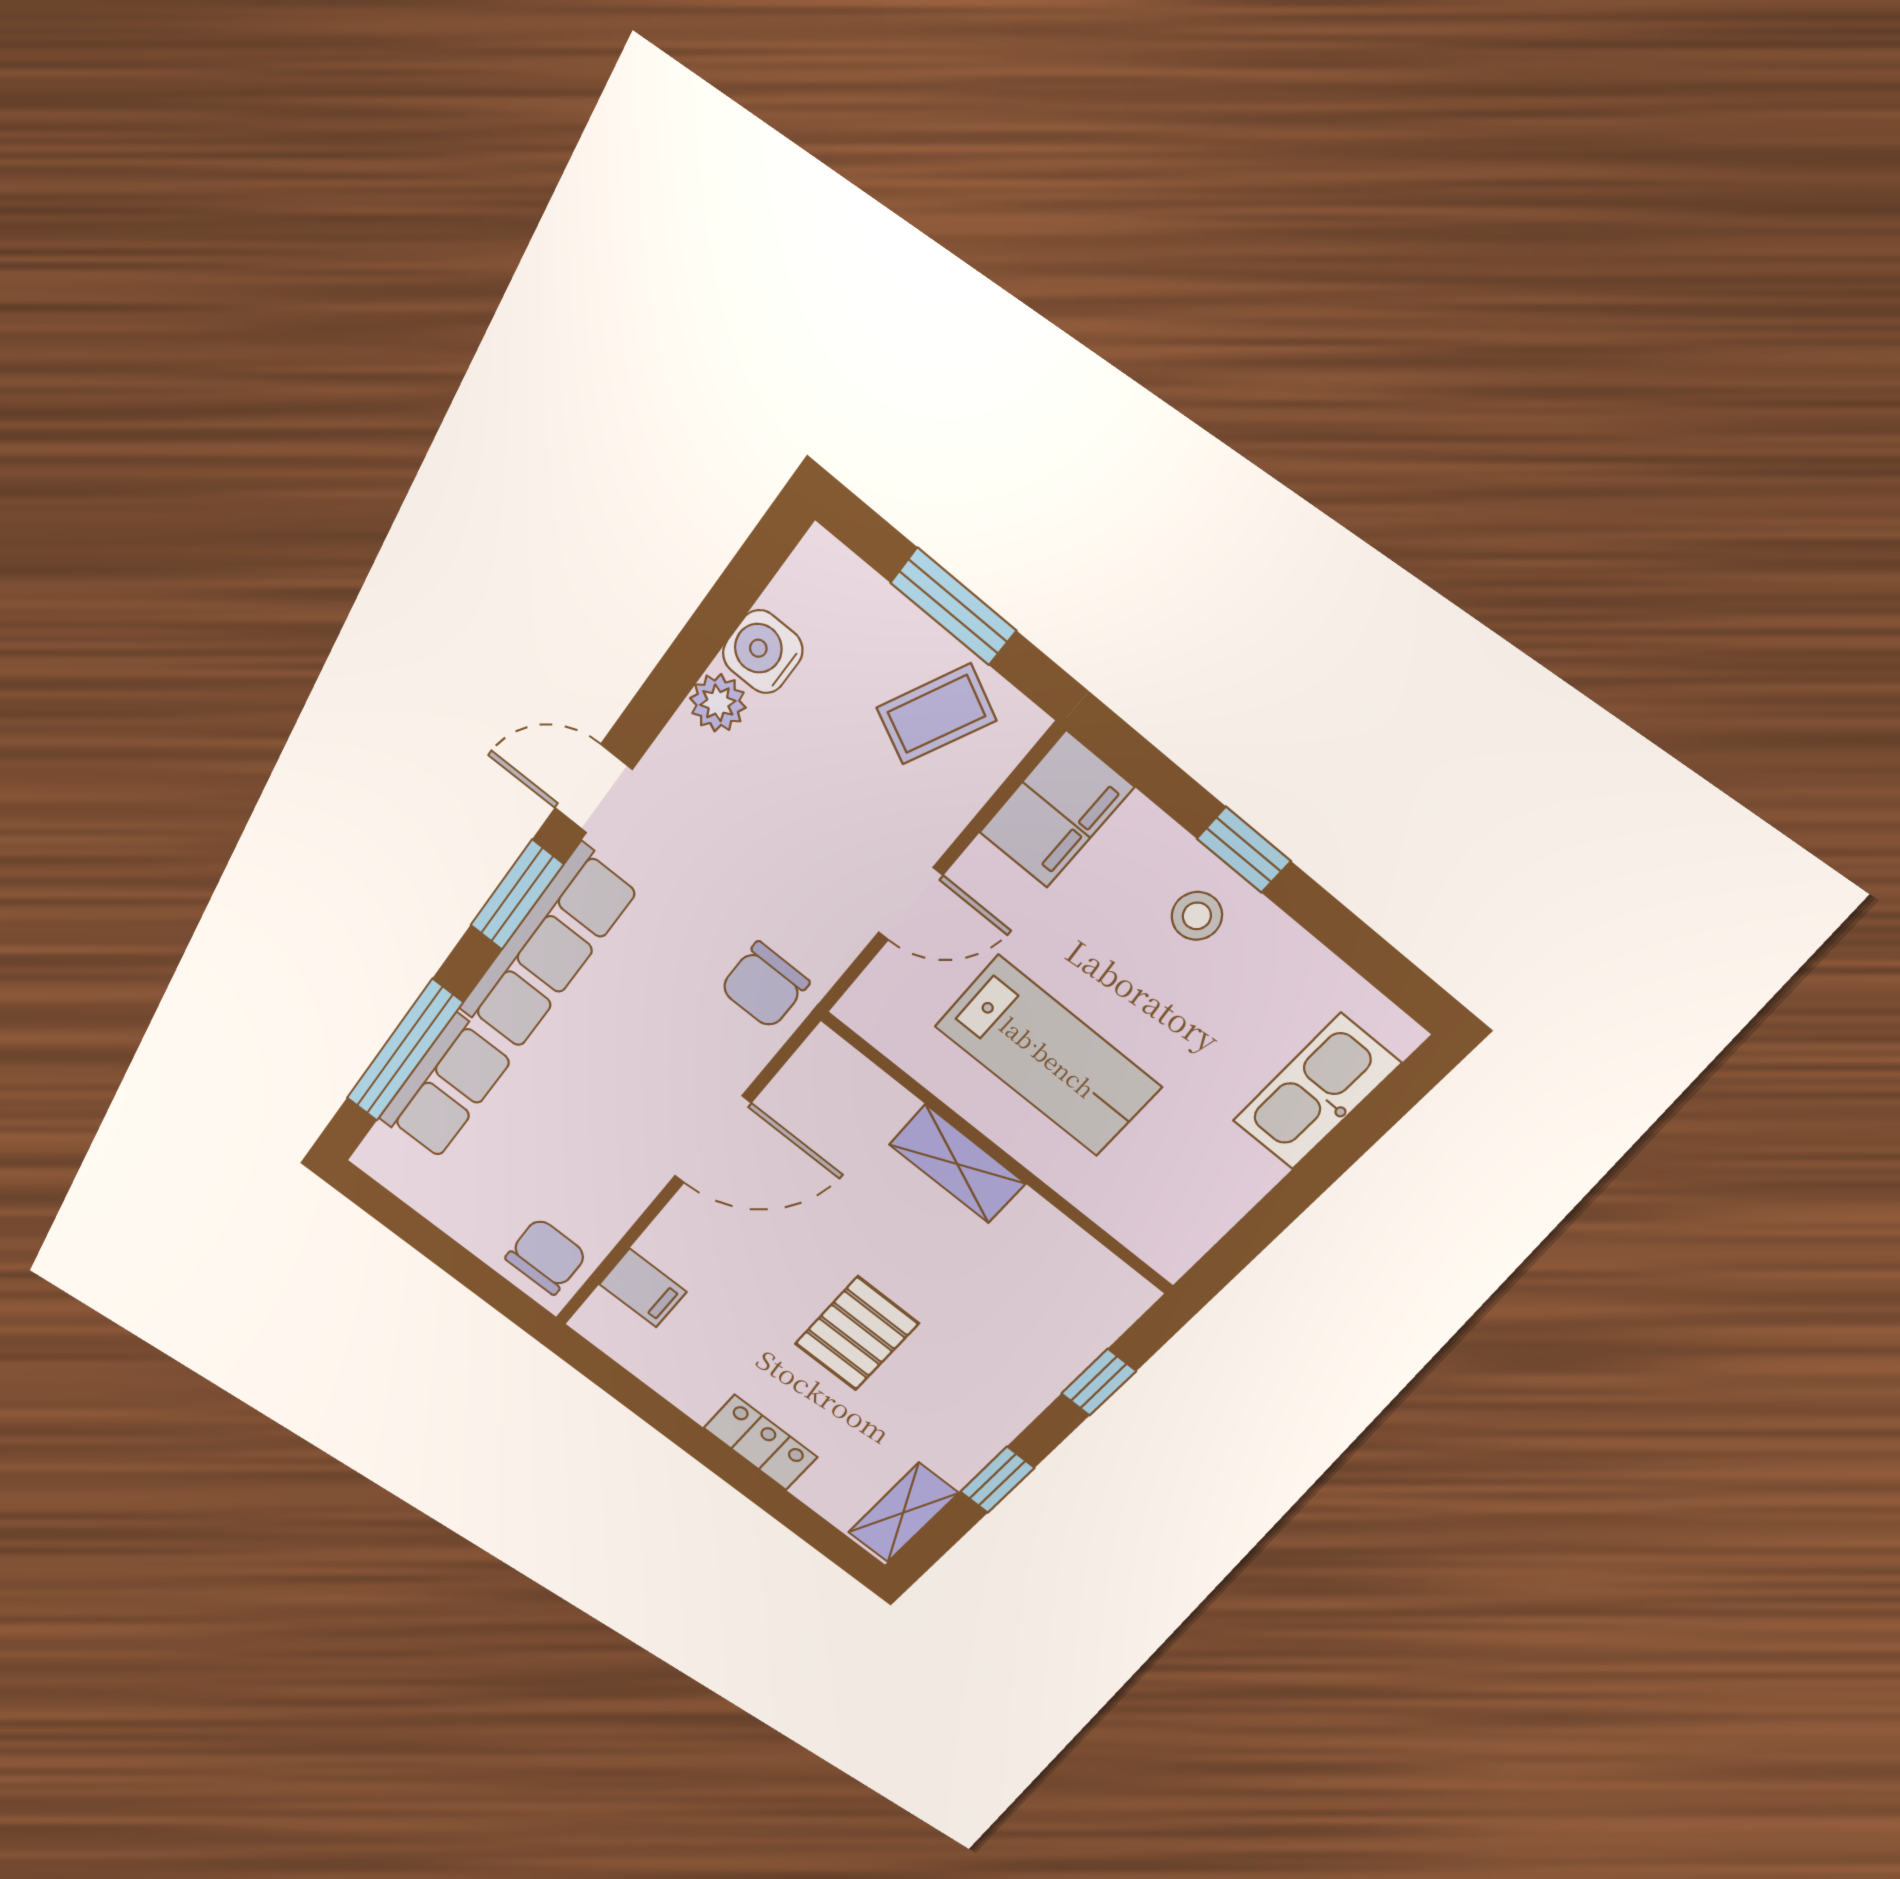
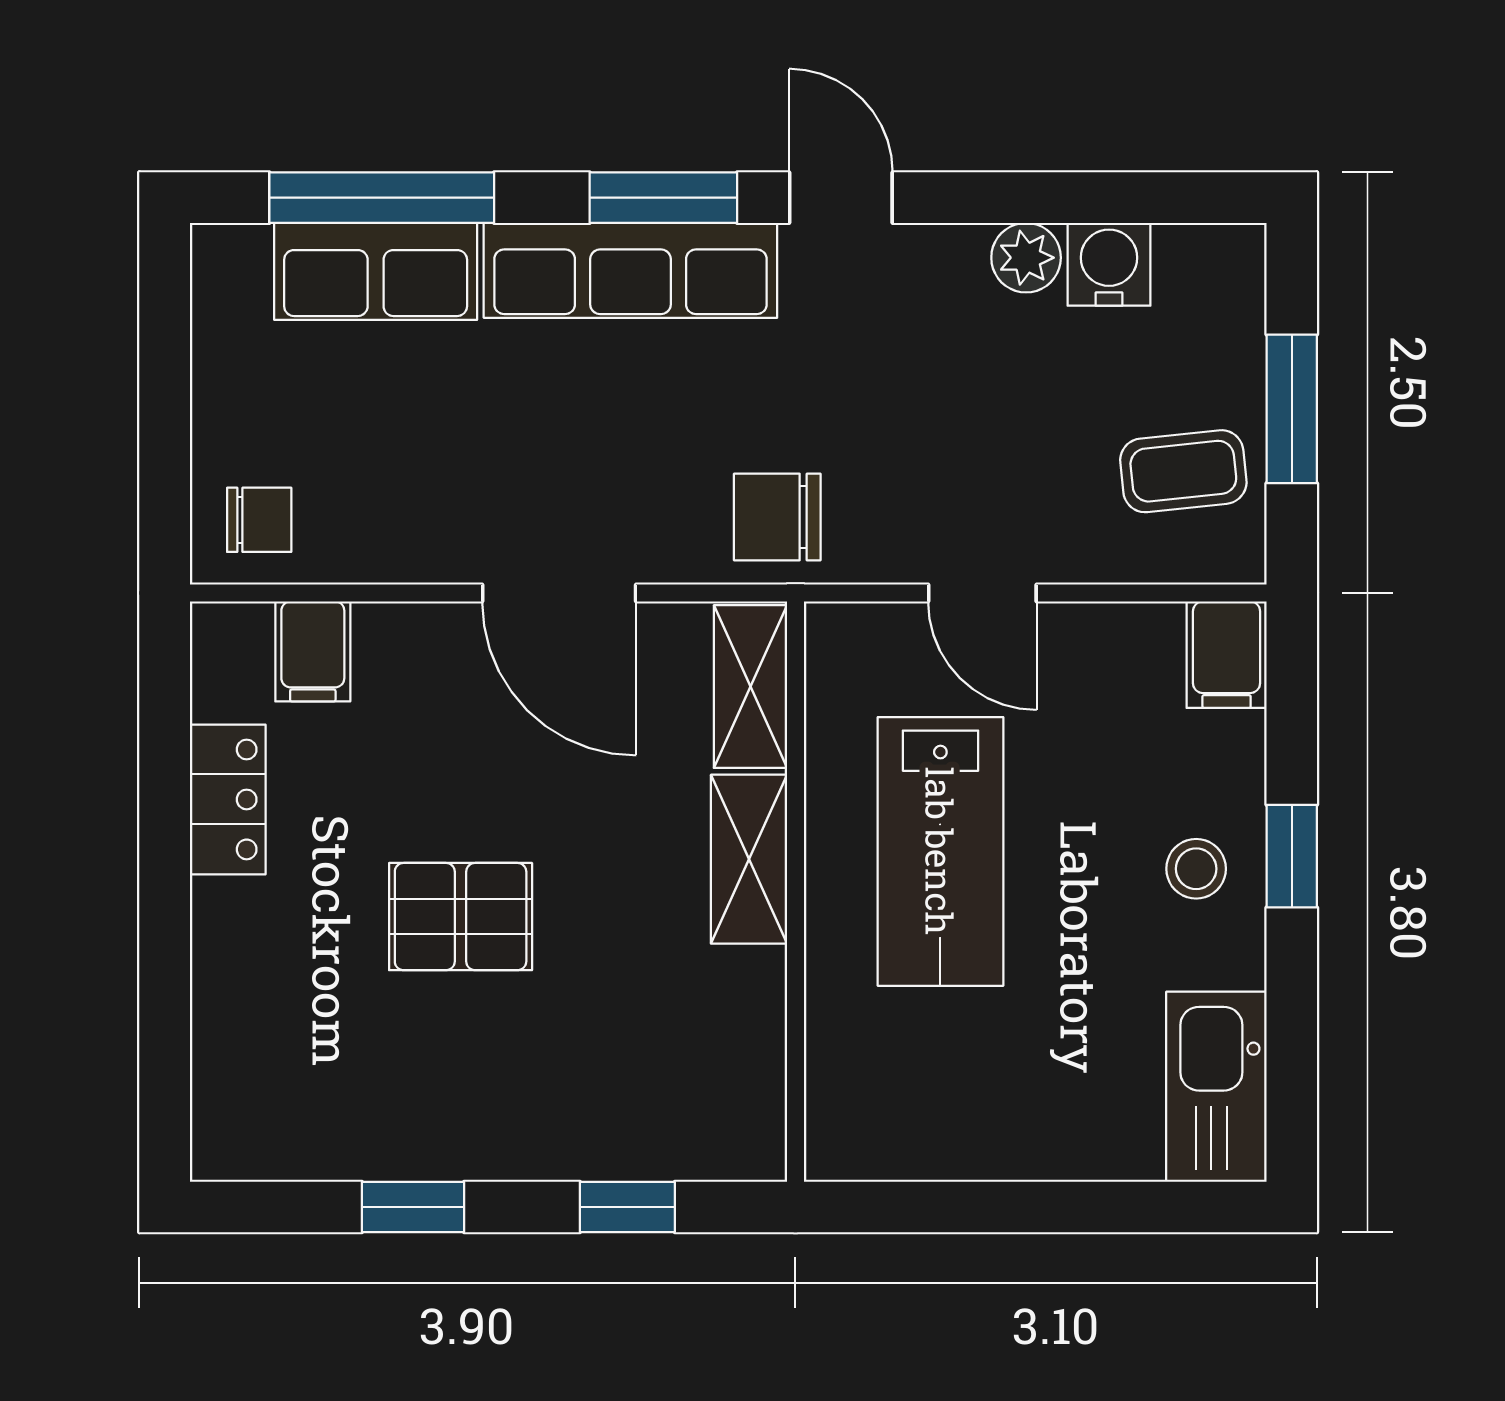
coffee table: (936, 714) -> (1183, 471), turned -32
filing cabinet: (1056, 810) -> (1227, 655), width x0.50
kitchen sink: (1316, 1092) -> (1216, 1087), moved, turned -90
chair: (546, 1256) -> (259, 520), width x0.73, depth x0.73
locker: (760, 1443) -> (228, 799), moved
shelving: (903, 1513) -> (750, 687), moved, turned 90

